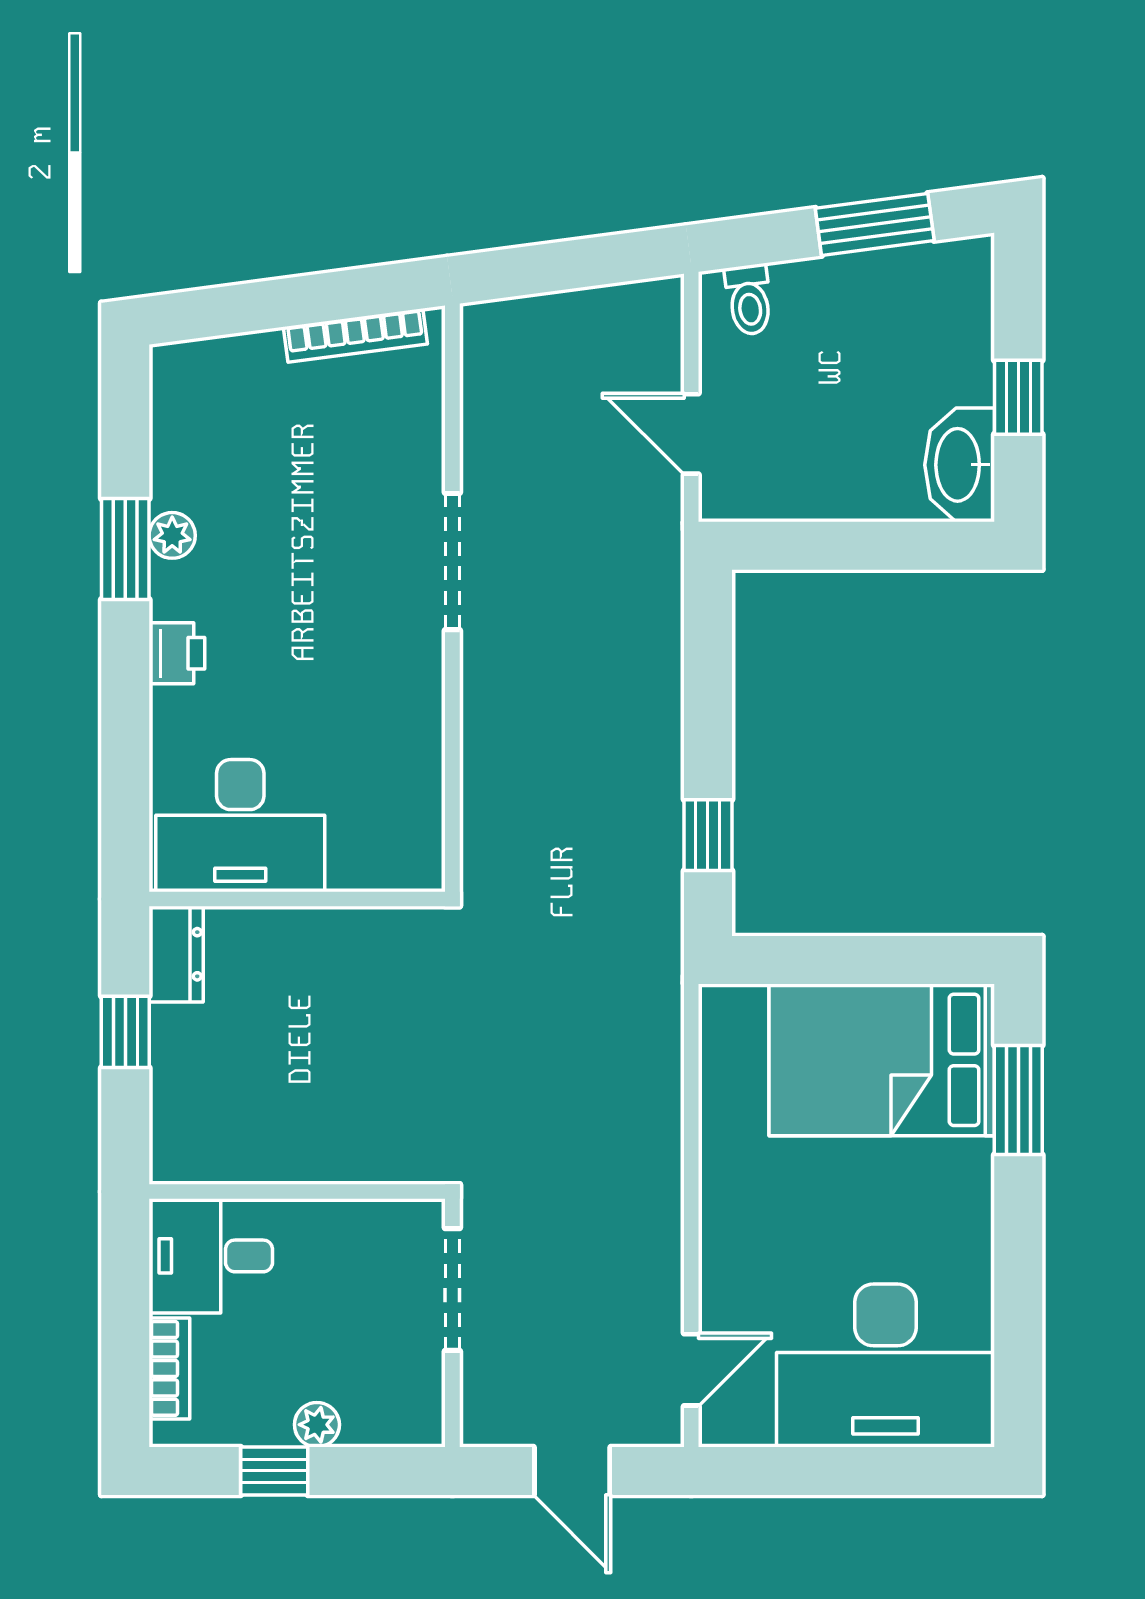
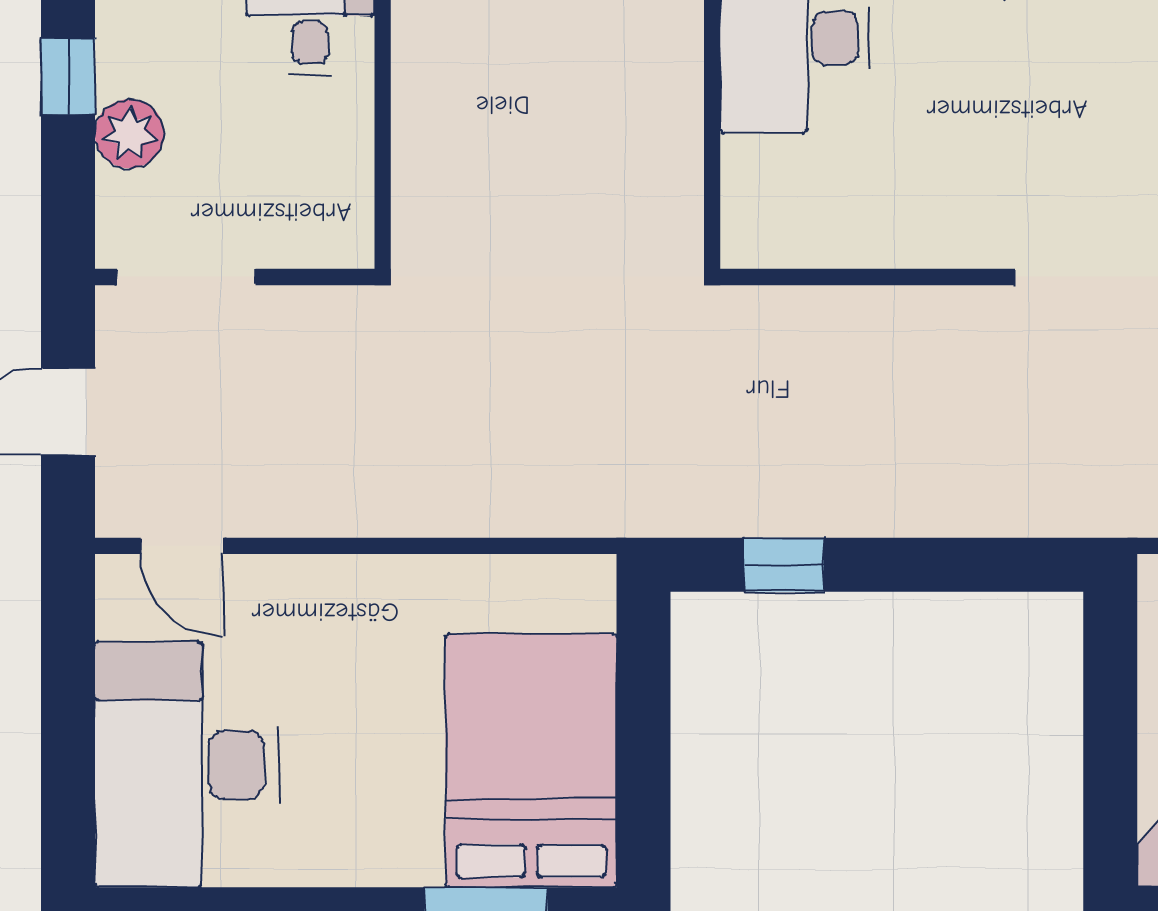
doorway: (452, 1289) -> (186, 277), moved
plant: (317, 1425) -> (130, 134), width x1.38, depth x1.38

